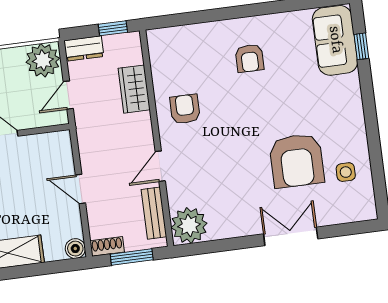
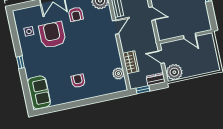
window: (361, 46) -> (20, 62), moved
plant: (162, 67) -> (118, 74), added
door: (68, 95) -> (161, 57), swing flipped
armchair: (185, 109) -> (76, 14), moved

